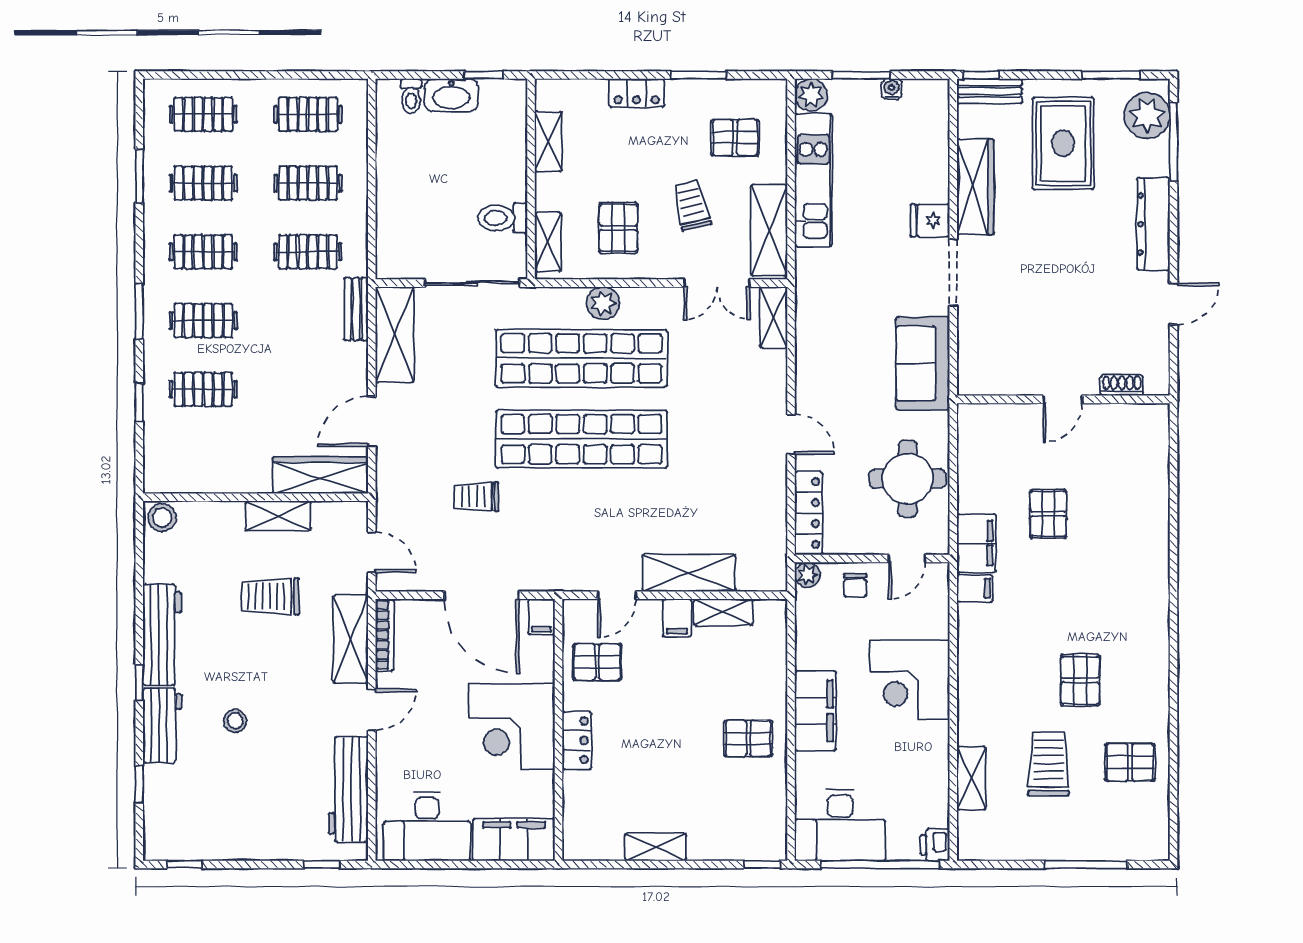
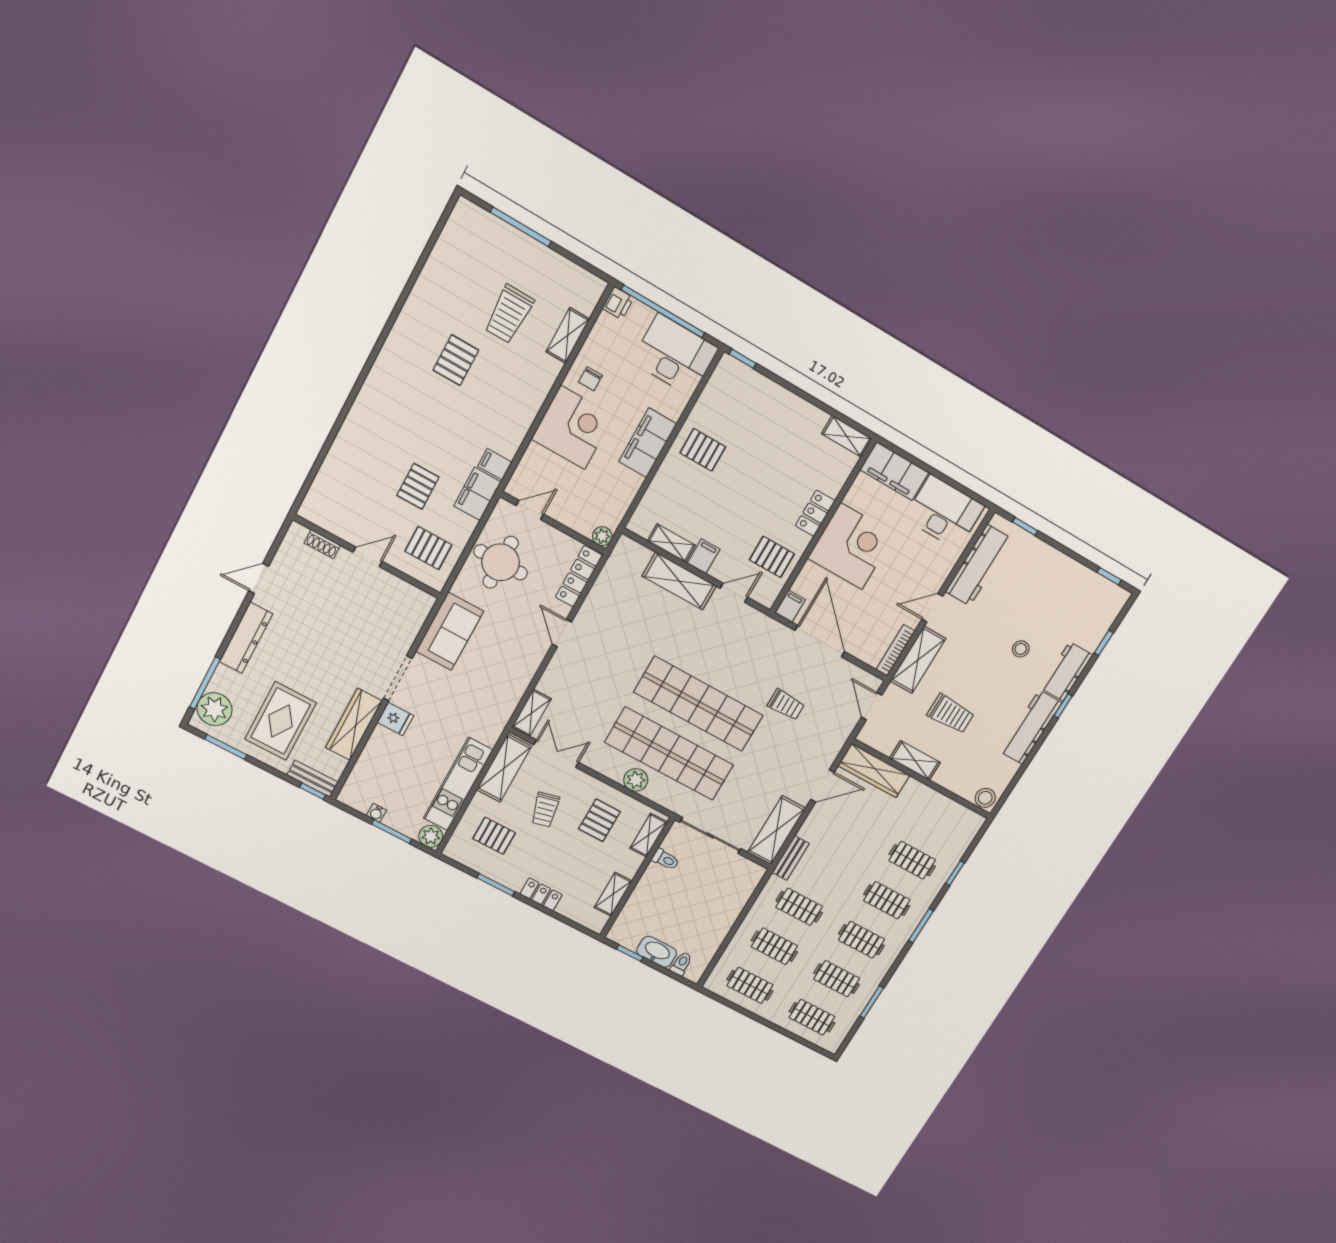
toilet: (503, 218) -> (665, 859), width x0.73, depth x0.72
chair: (855, 585) -> (590, 379), moved, turned 180
pallet: (1130, 762) -> (428, 548), moved
shelving: (655, 847) -> (847, 436), moved

